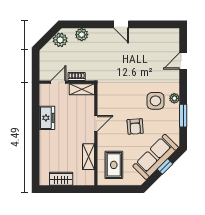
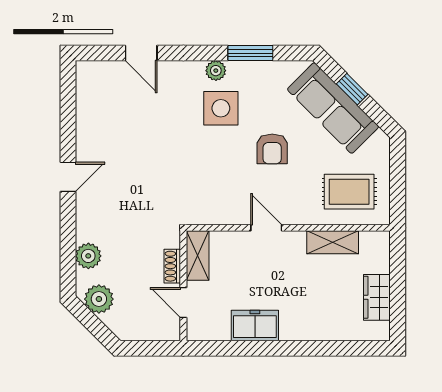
armchair: (135, 126) -> (272, 149), turned 94

